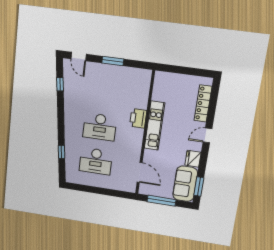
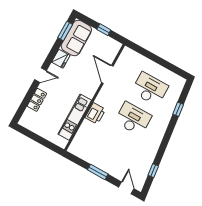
locker: (203, 103) -> (37, 100), width x0.66
kitchen unit: (154, 126) -> (75, 117), moved
door: (140, 172) -> (107, 74), moved
window: (161, 201) -> (104, 30), width x0.46

